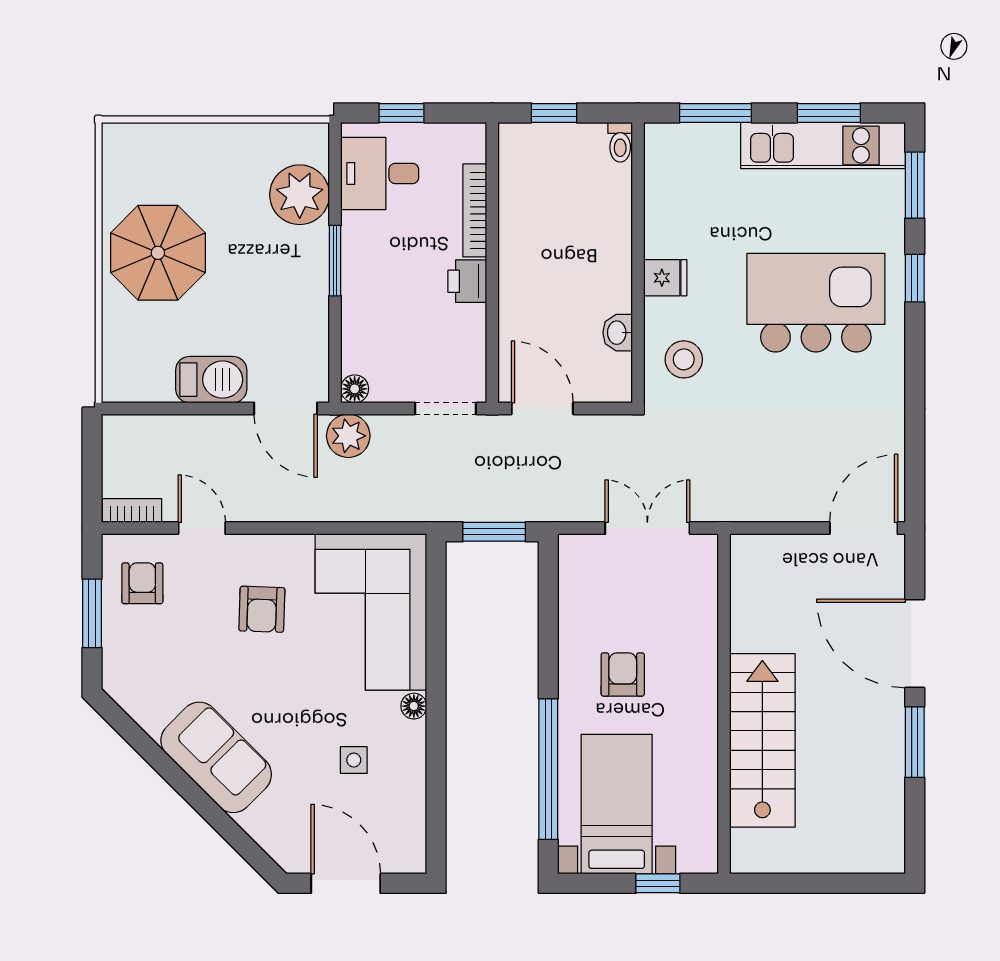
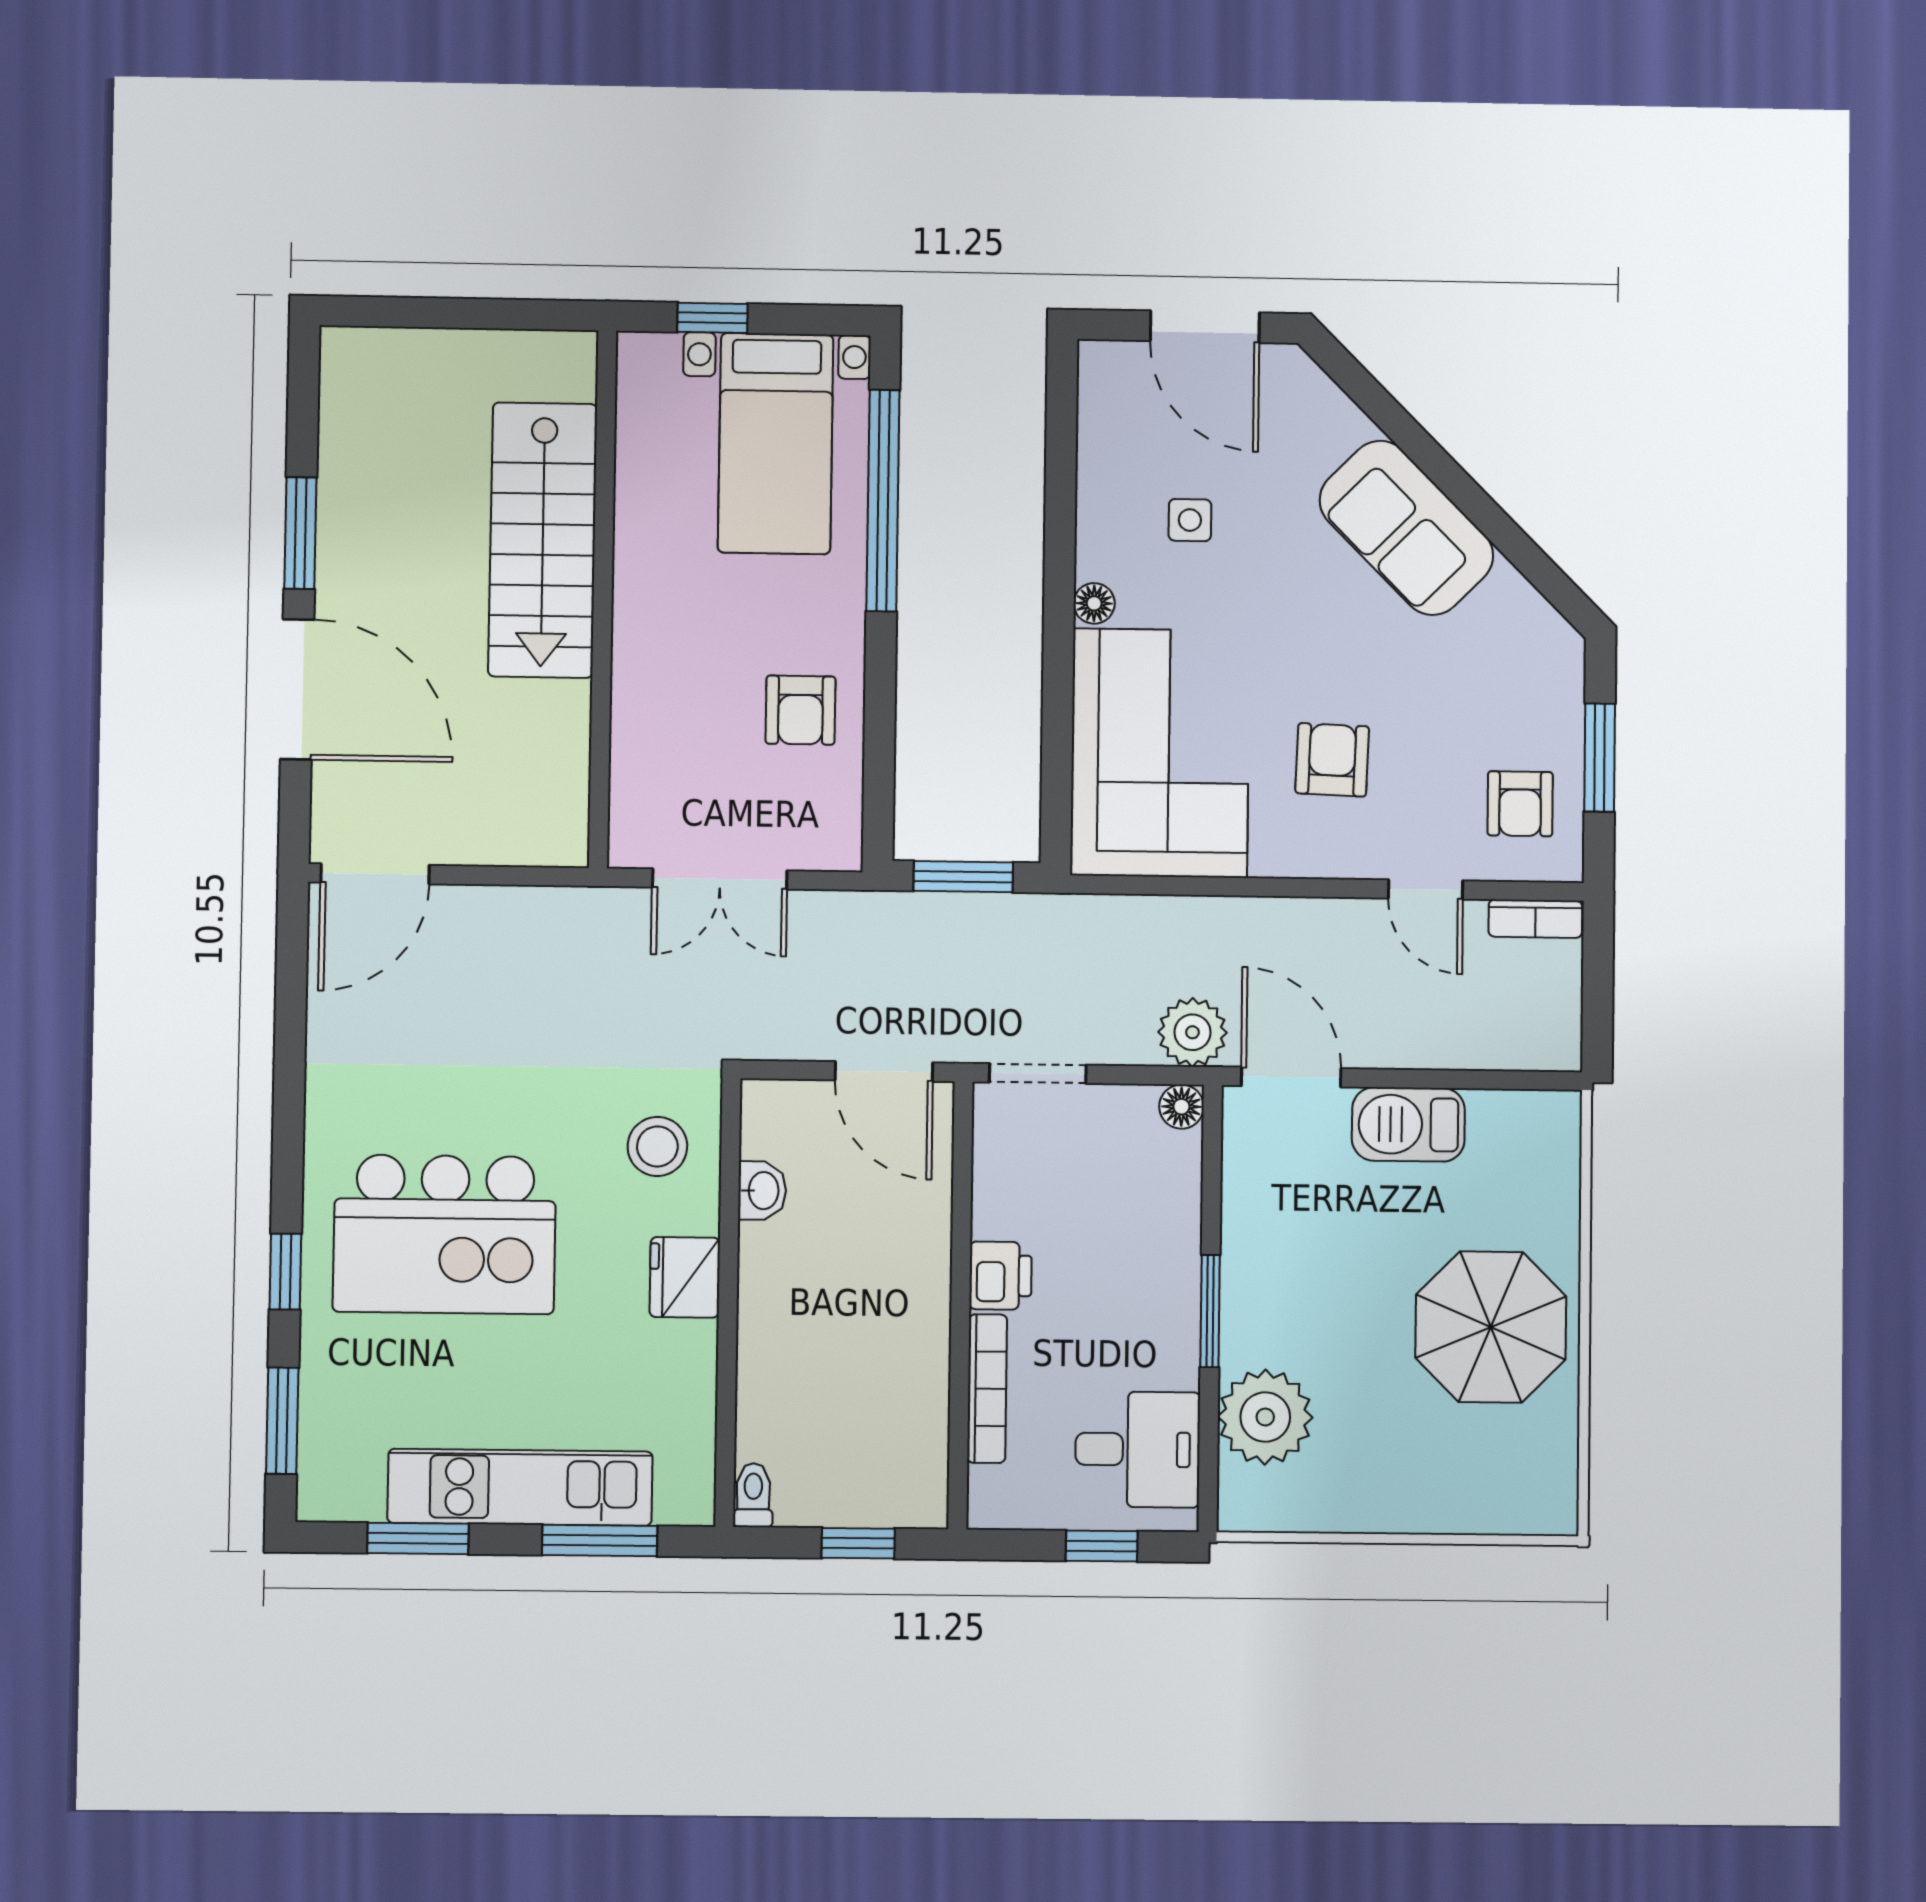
kitchen unit: (823, 146) -> (520, 1487), moved
fridge: (665, 278) -> (685, 1277), width x1.38
armchair: (623, 674) -> (800, 710), moved

